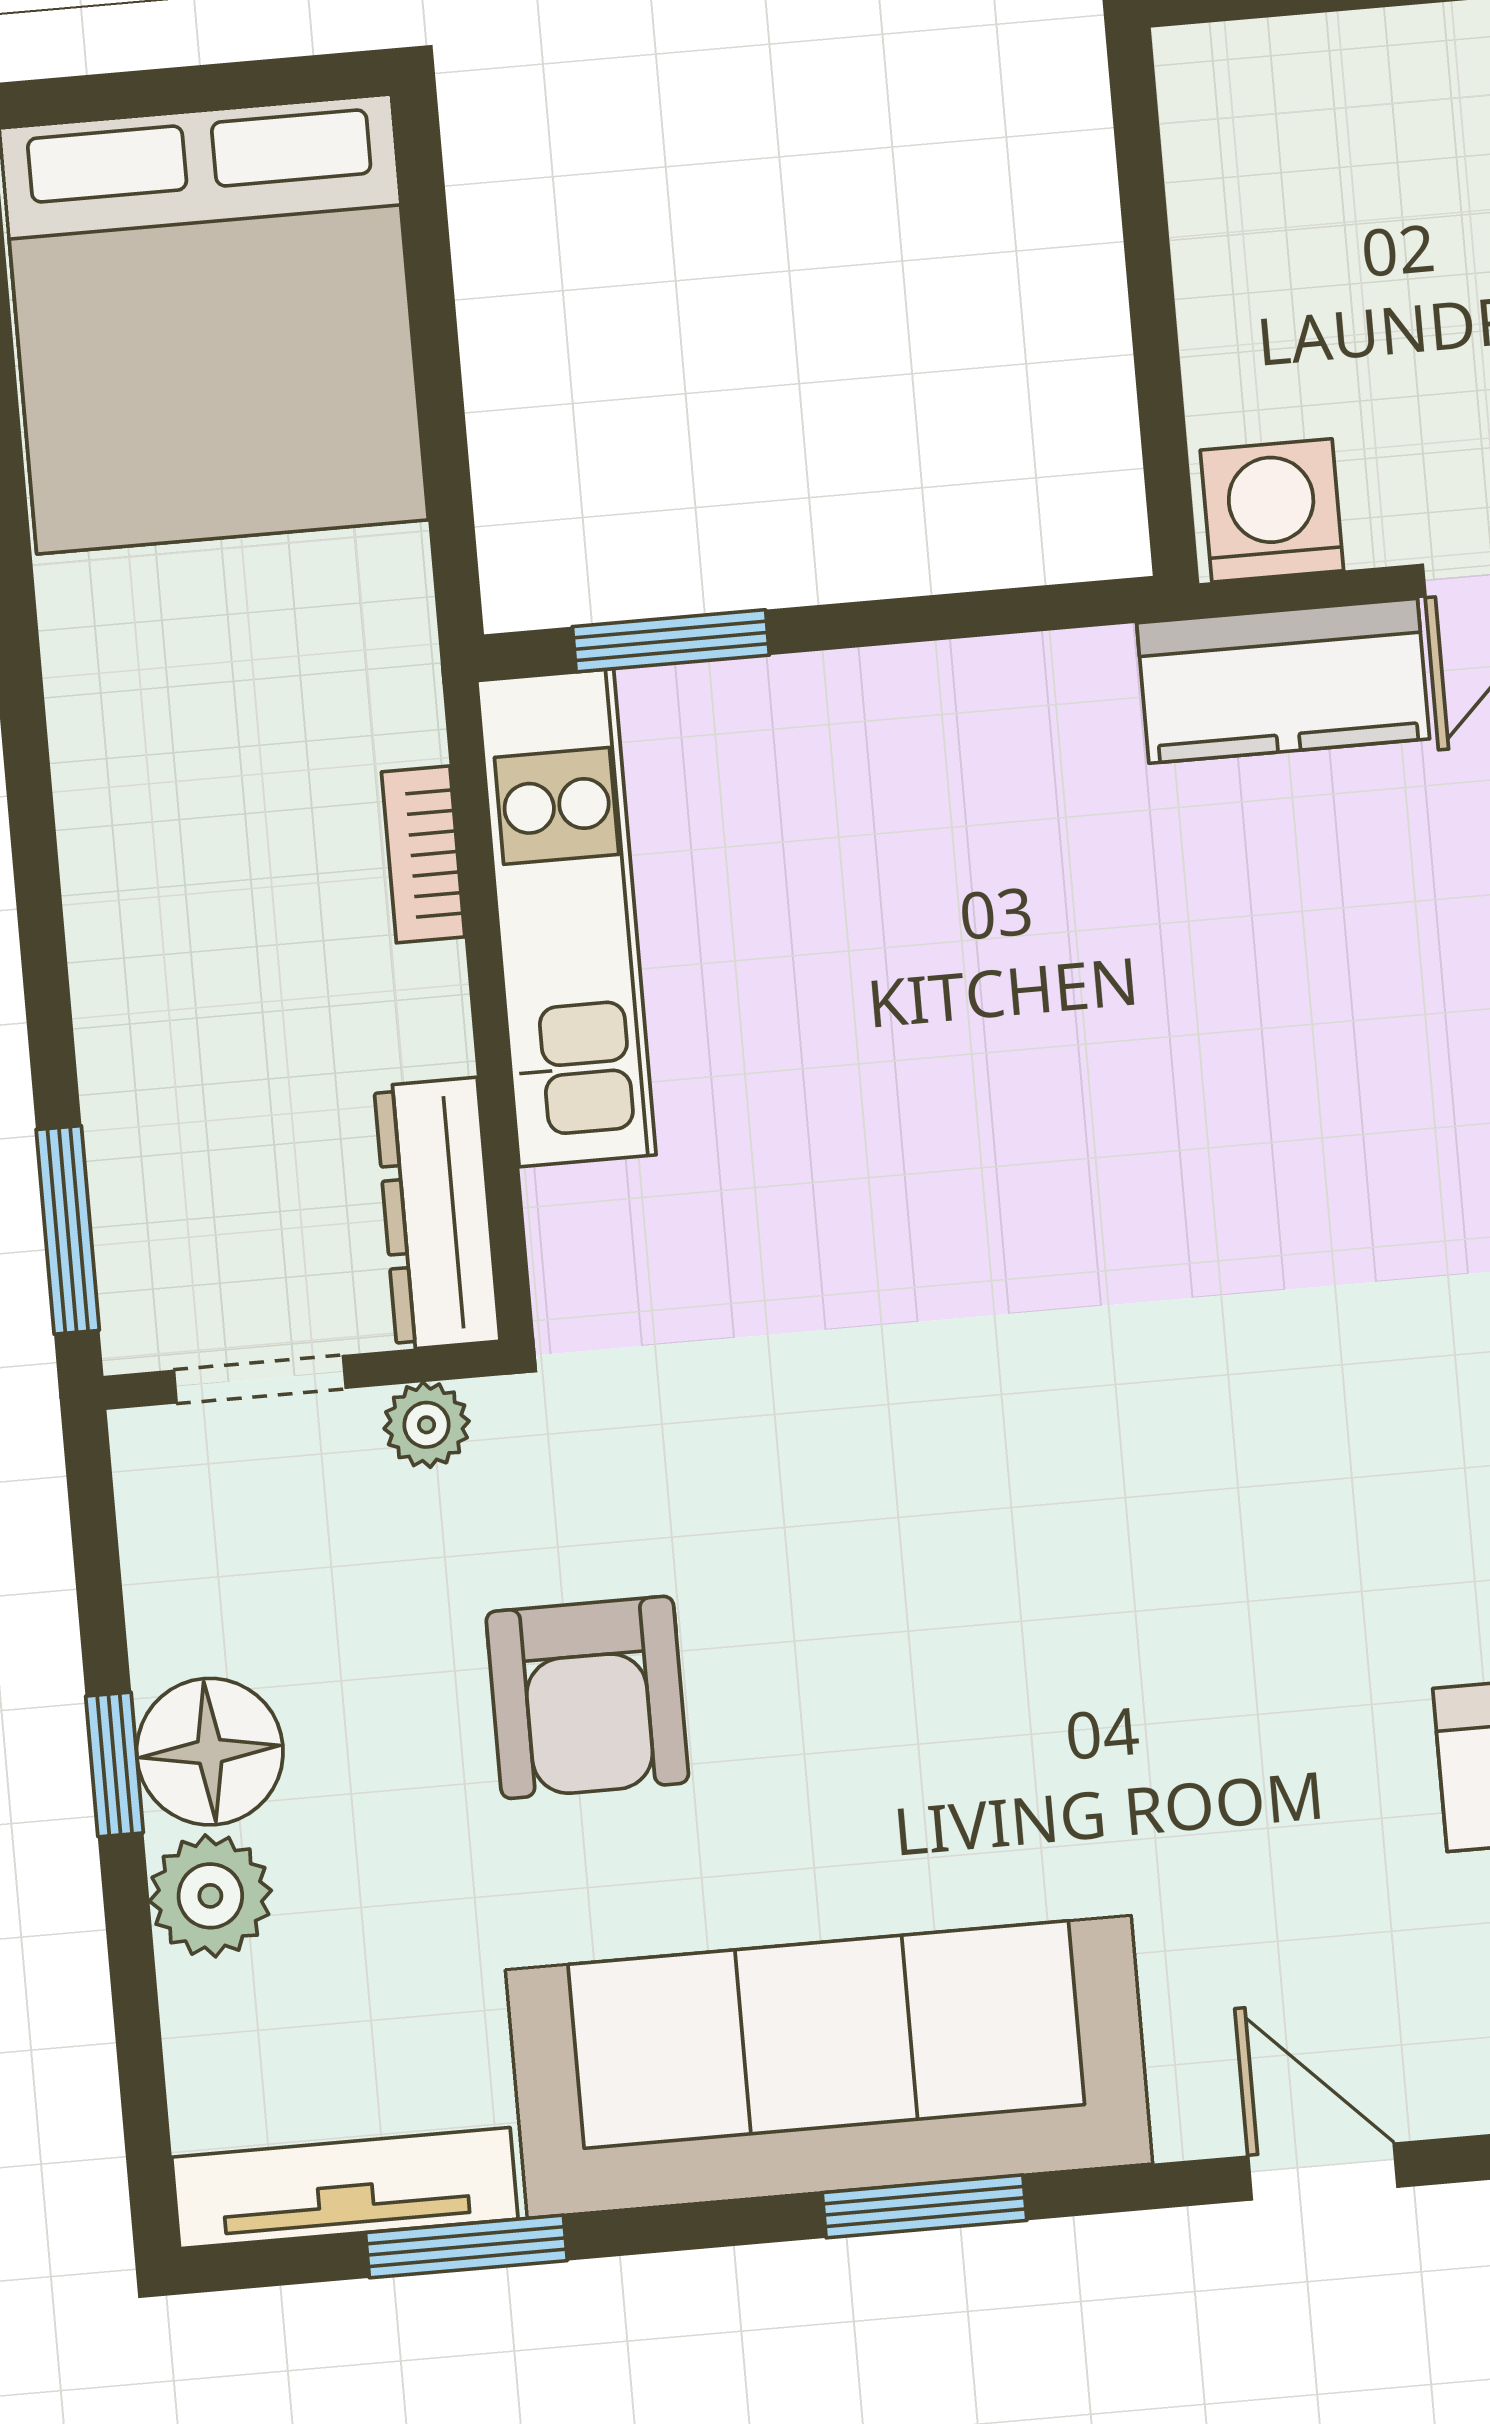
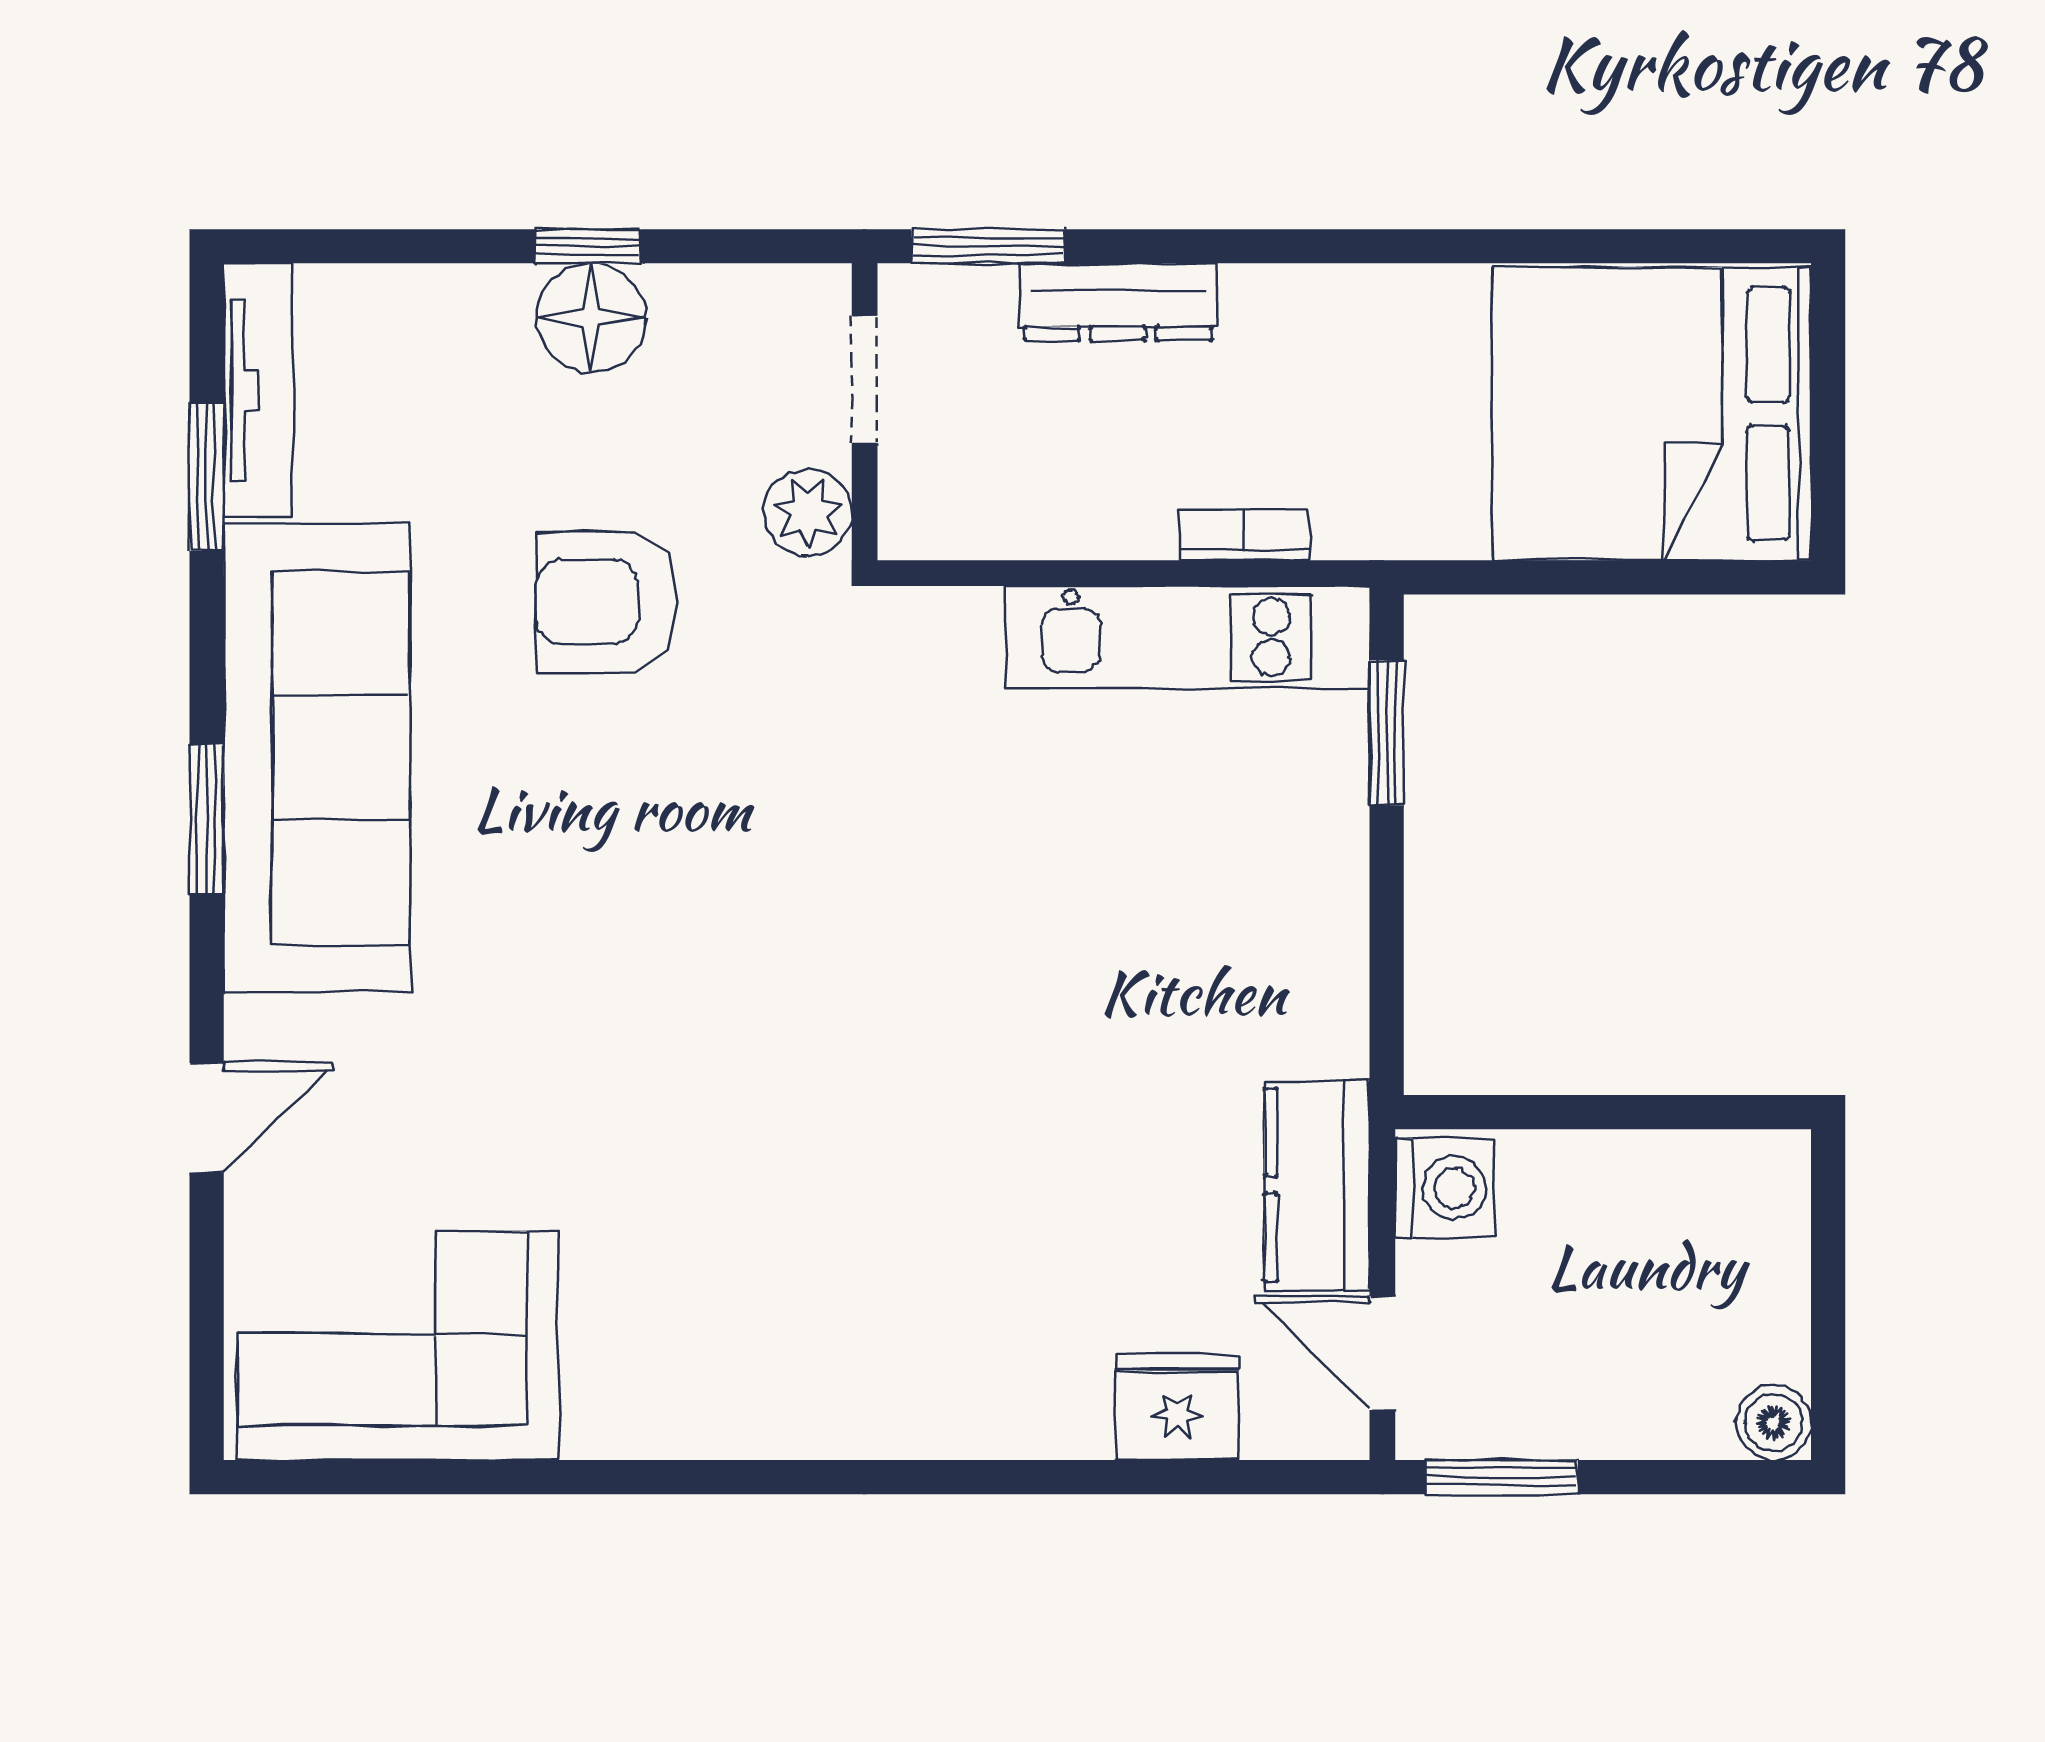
dresser: (437, 1214) -> (1118, 302), moved, turned 180
plant: (427, 1425) -> (808, 512), width x1.38, depth x1.38
plant: (210, 1896) -> (484, 309), removed

